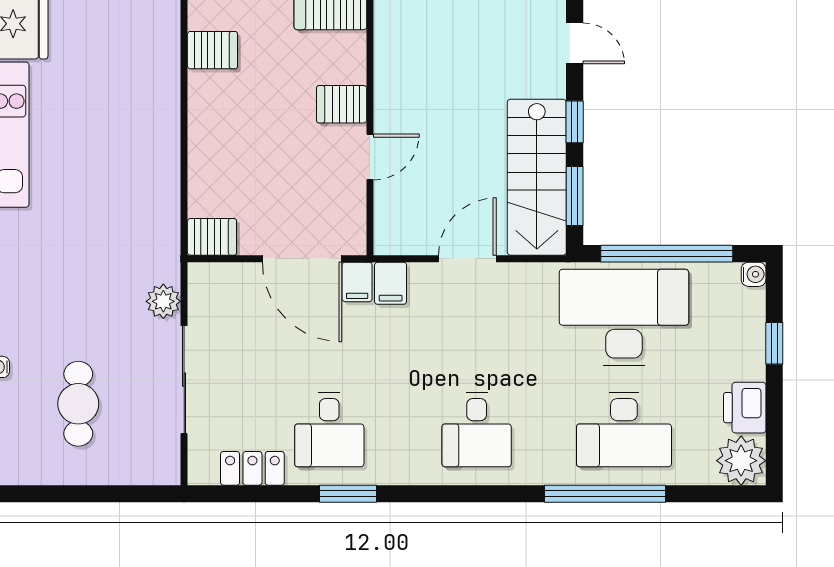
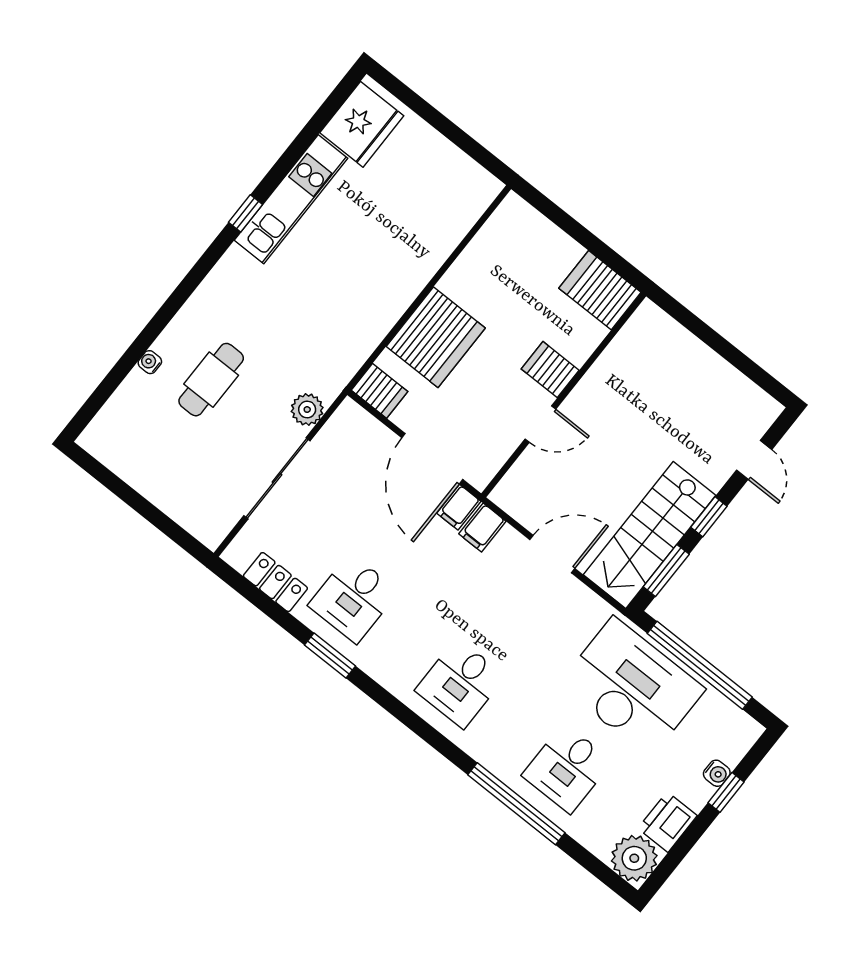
server rack: (212, 50) -> (436, 337), moved, width x2.18, depth x1.44
water cooler: (754, 274) -> (717, 773), moved
cafe table: (78, 404) -> (211, 380), moved
desk: (624, 430) -> (567, 768), width x0.73

